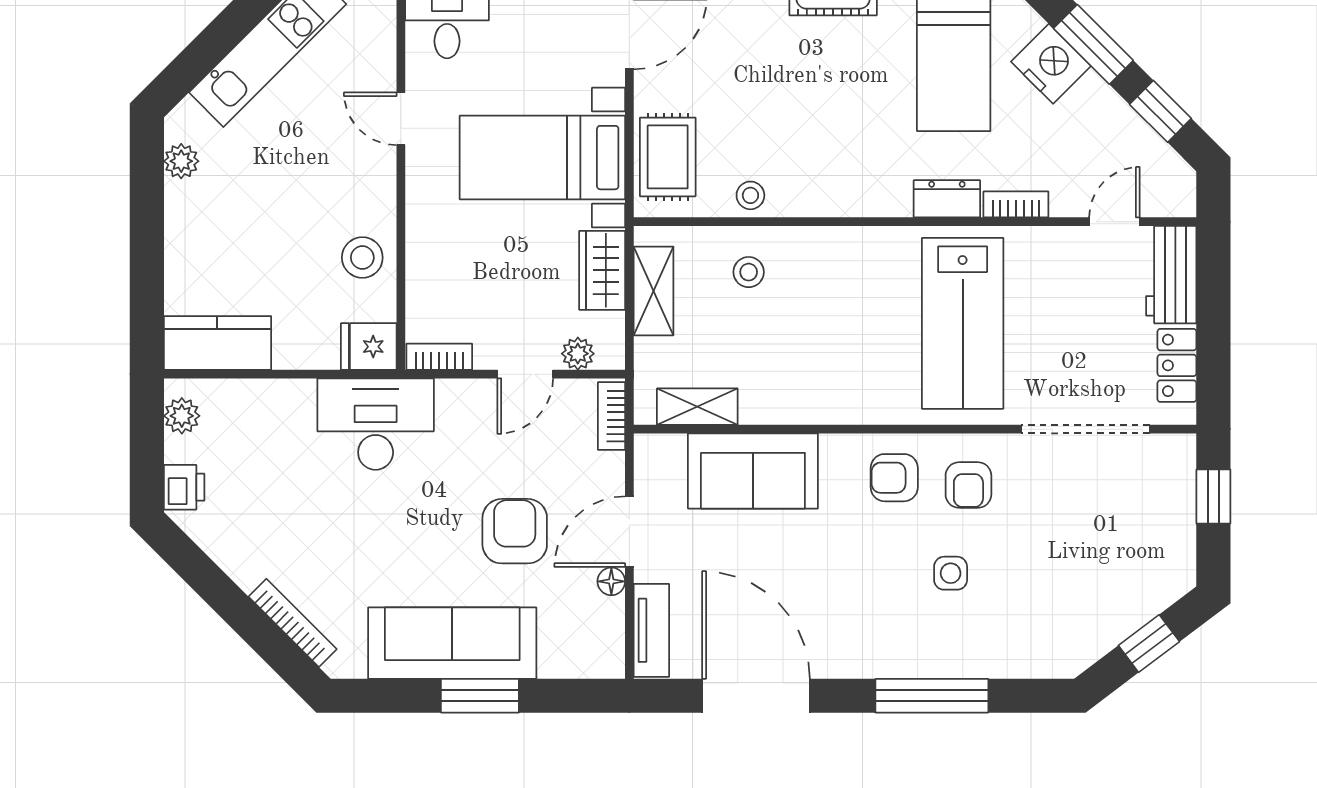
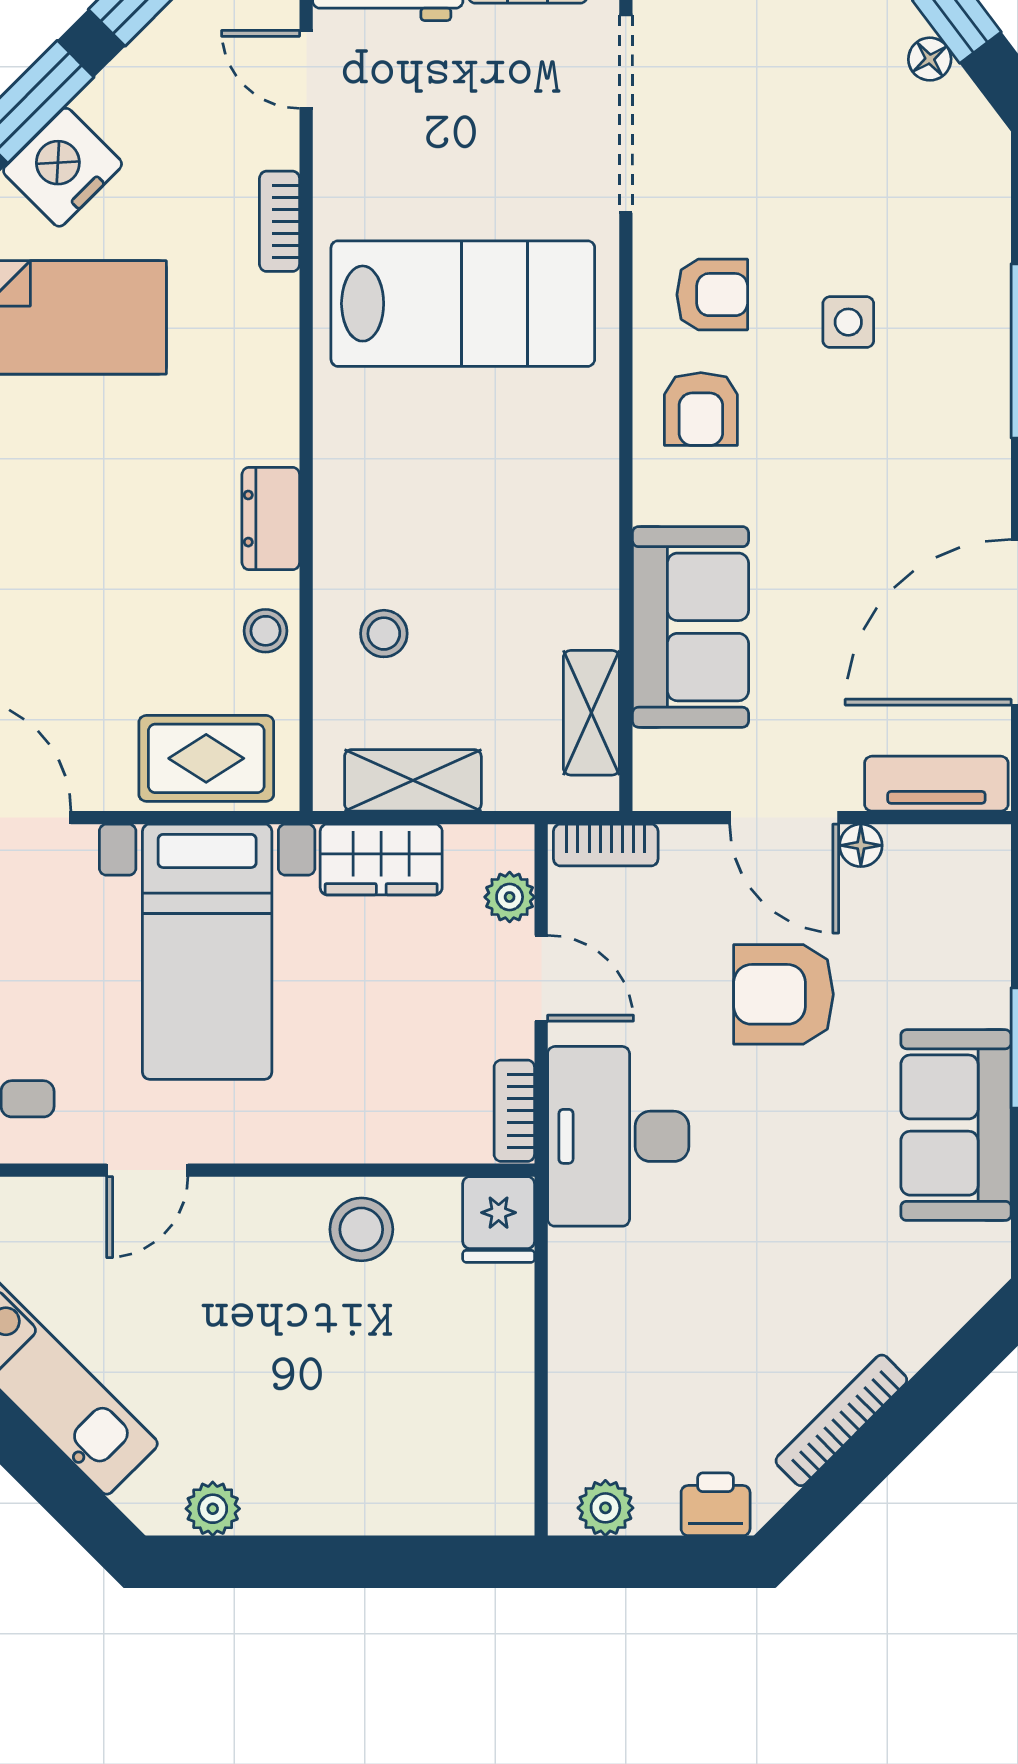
dresser: (947, 199) -> (271, 519), moved
kitchen counter: (217, 343) -> (493, 1453), removed
desk: (376, 424) -> (618, 1136), moved
bookcase: (293, 623) -> (841, 1420), moved
floor lamp: (1121, 626) -> (930, 59), added
sofa: (452, 643) -> (956, 1125), width x0.73

